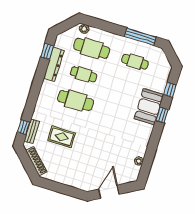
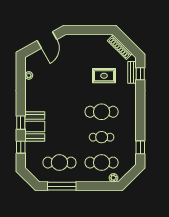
cafe table: (135, 62) -> (59, 163), width x1.37, depth x1.35
dresser: (54, 64) -> (131, 138), removed

